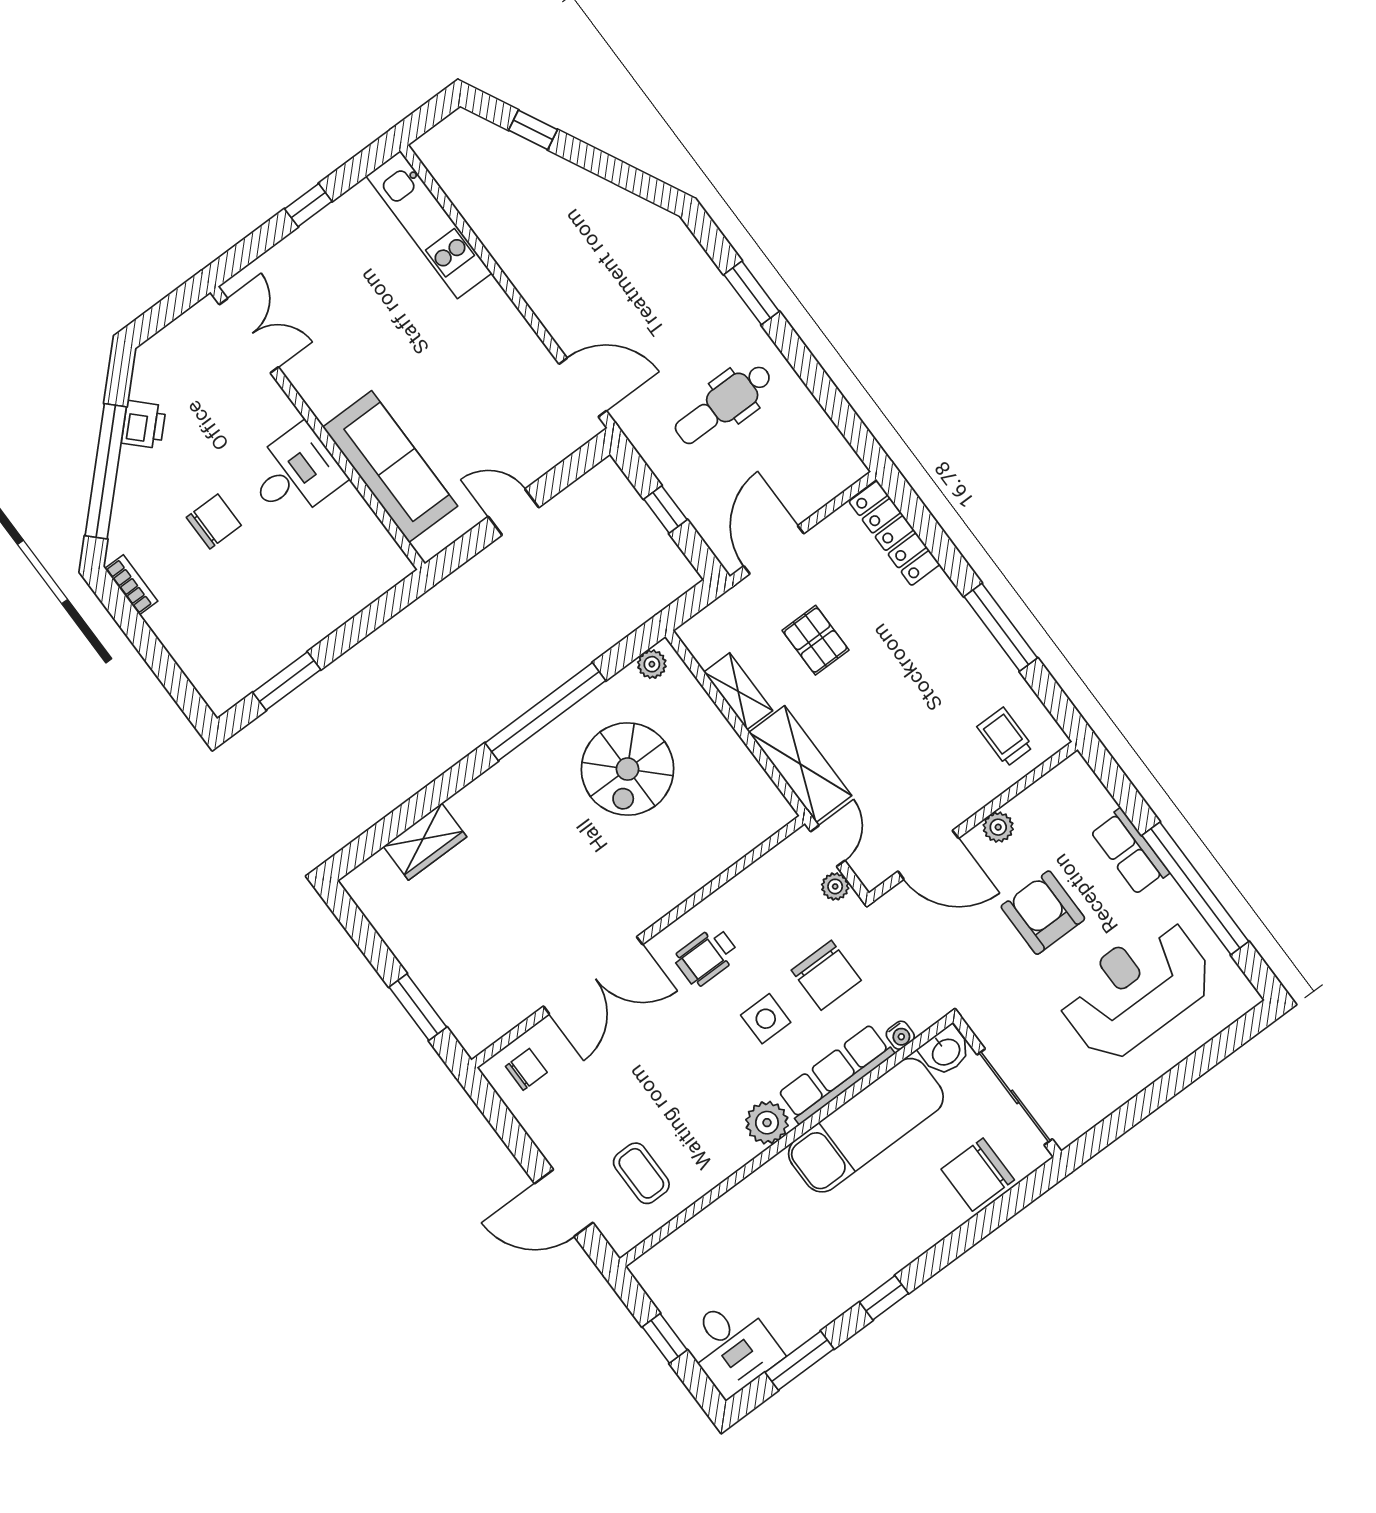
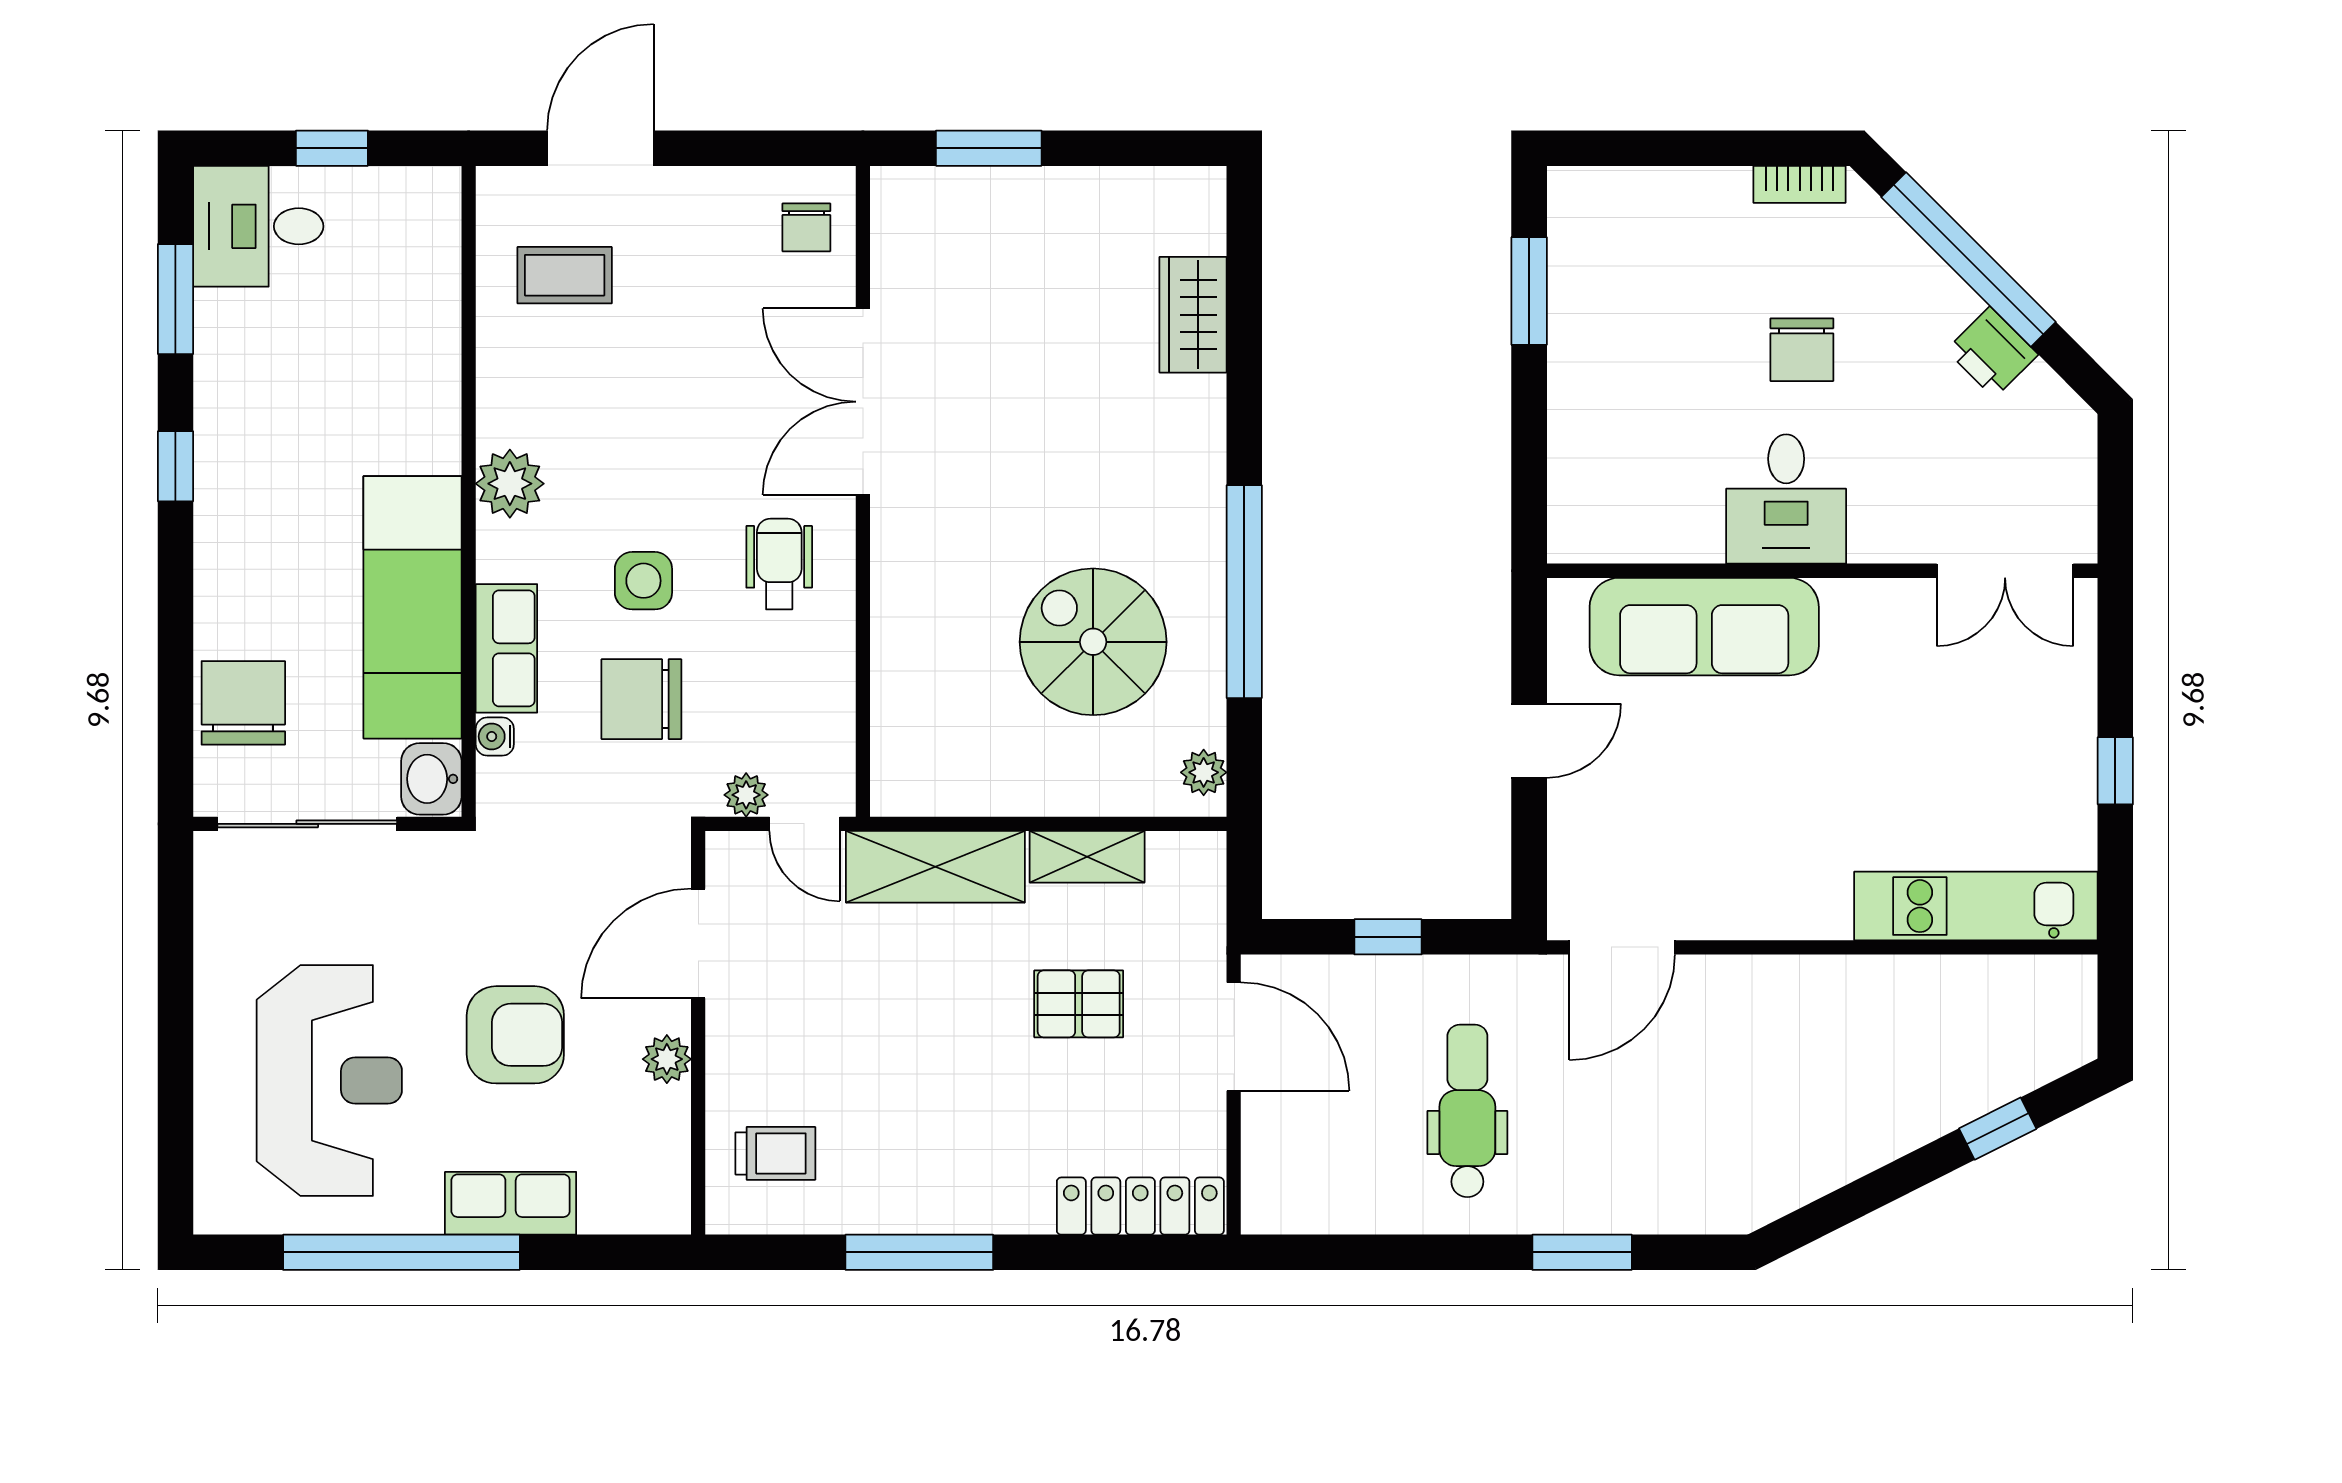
row of seats: (836, 1074) -> (506, 648), width x0.68

